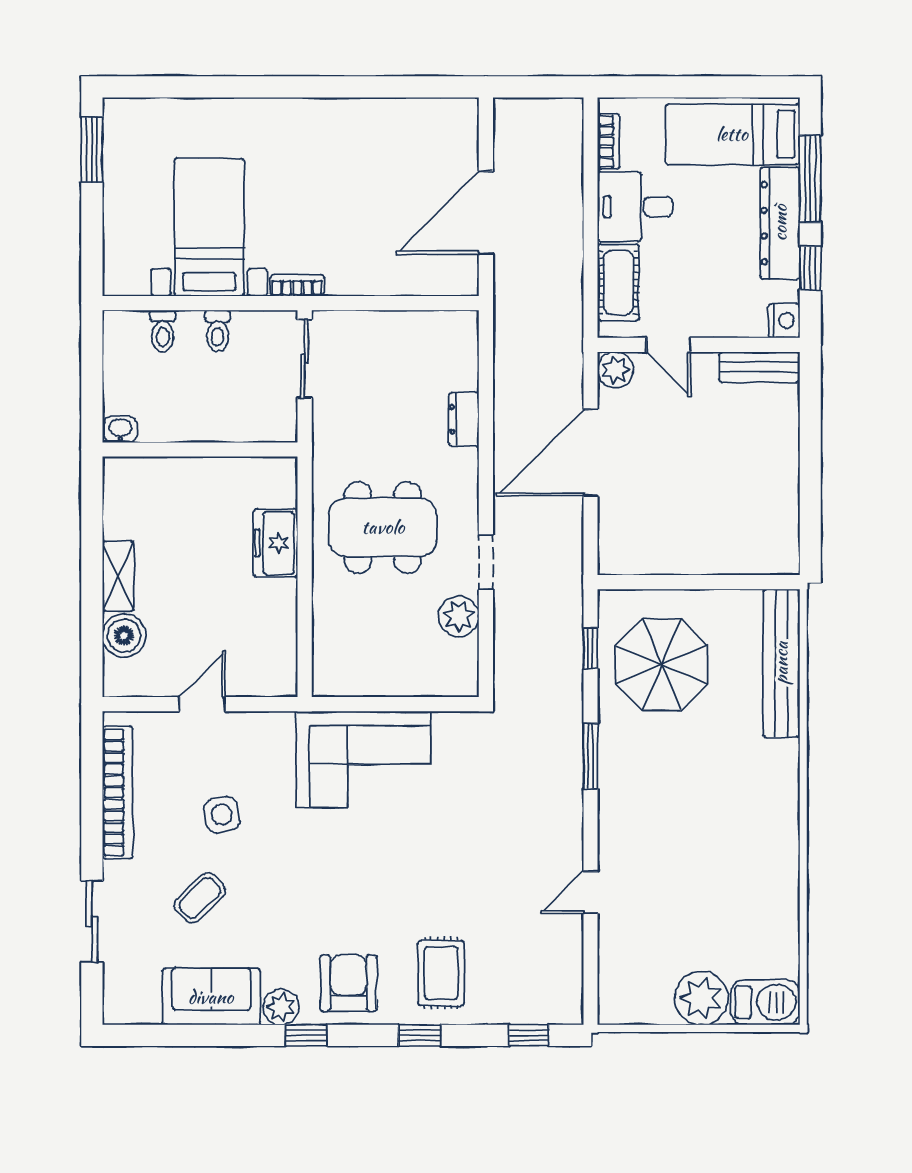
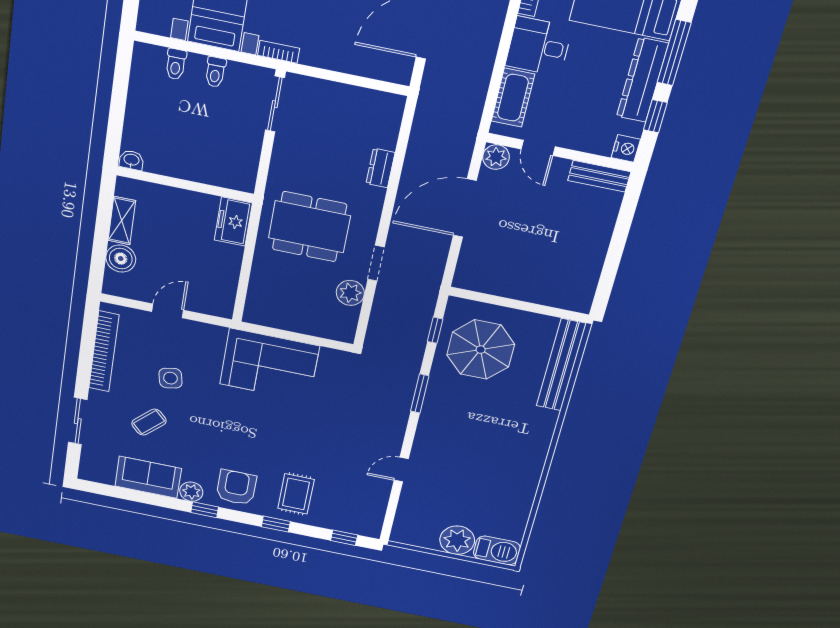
washbasin: (120, 429) -> (131, 160), moved
wall: (200, 450) -> (185, 185), moved

